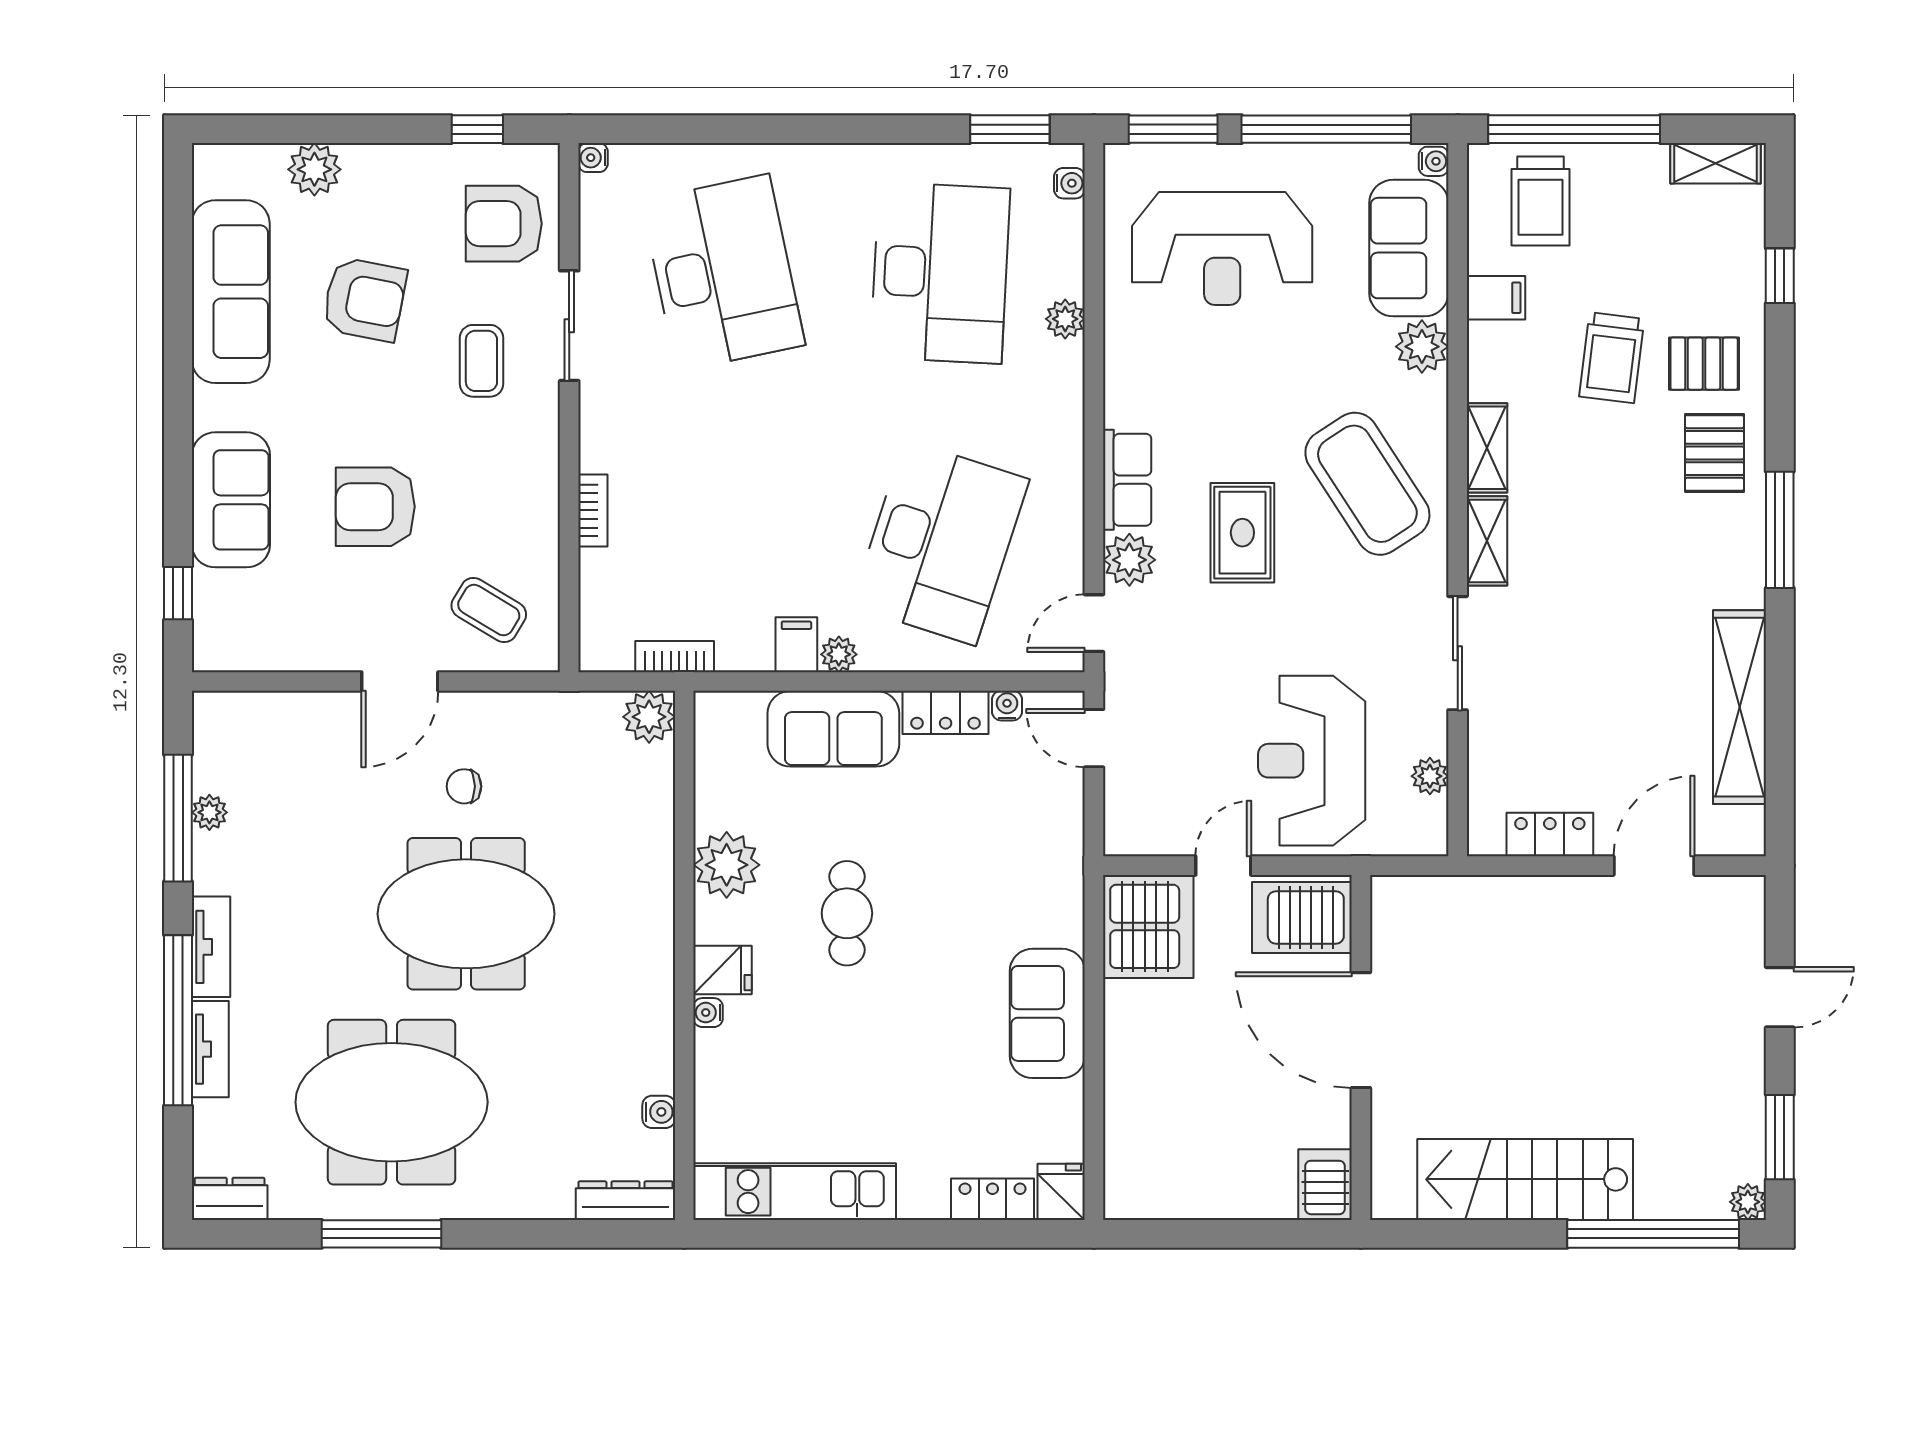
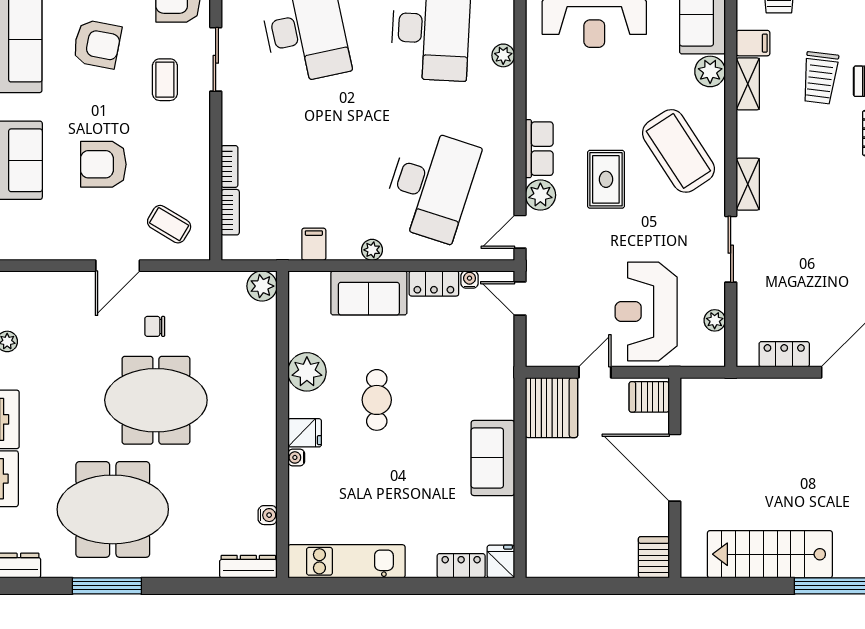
shelving: (1487, 448) -> (748, 84), moved
filing cabinet: (796, 645) -> (314, 244), moved
bookcase: (675, 657) -> (230, 212), moved, turned 90
server rack: (1302, 917) -> (649, 397), width x0.73, depth x0.70

